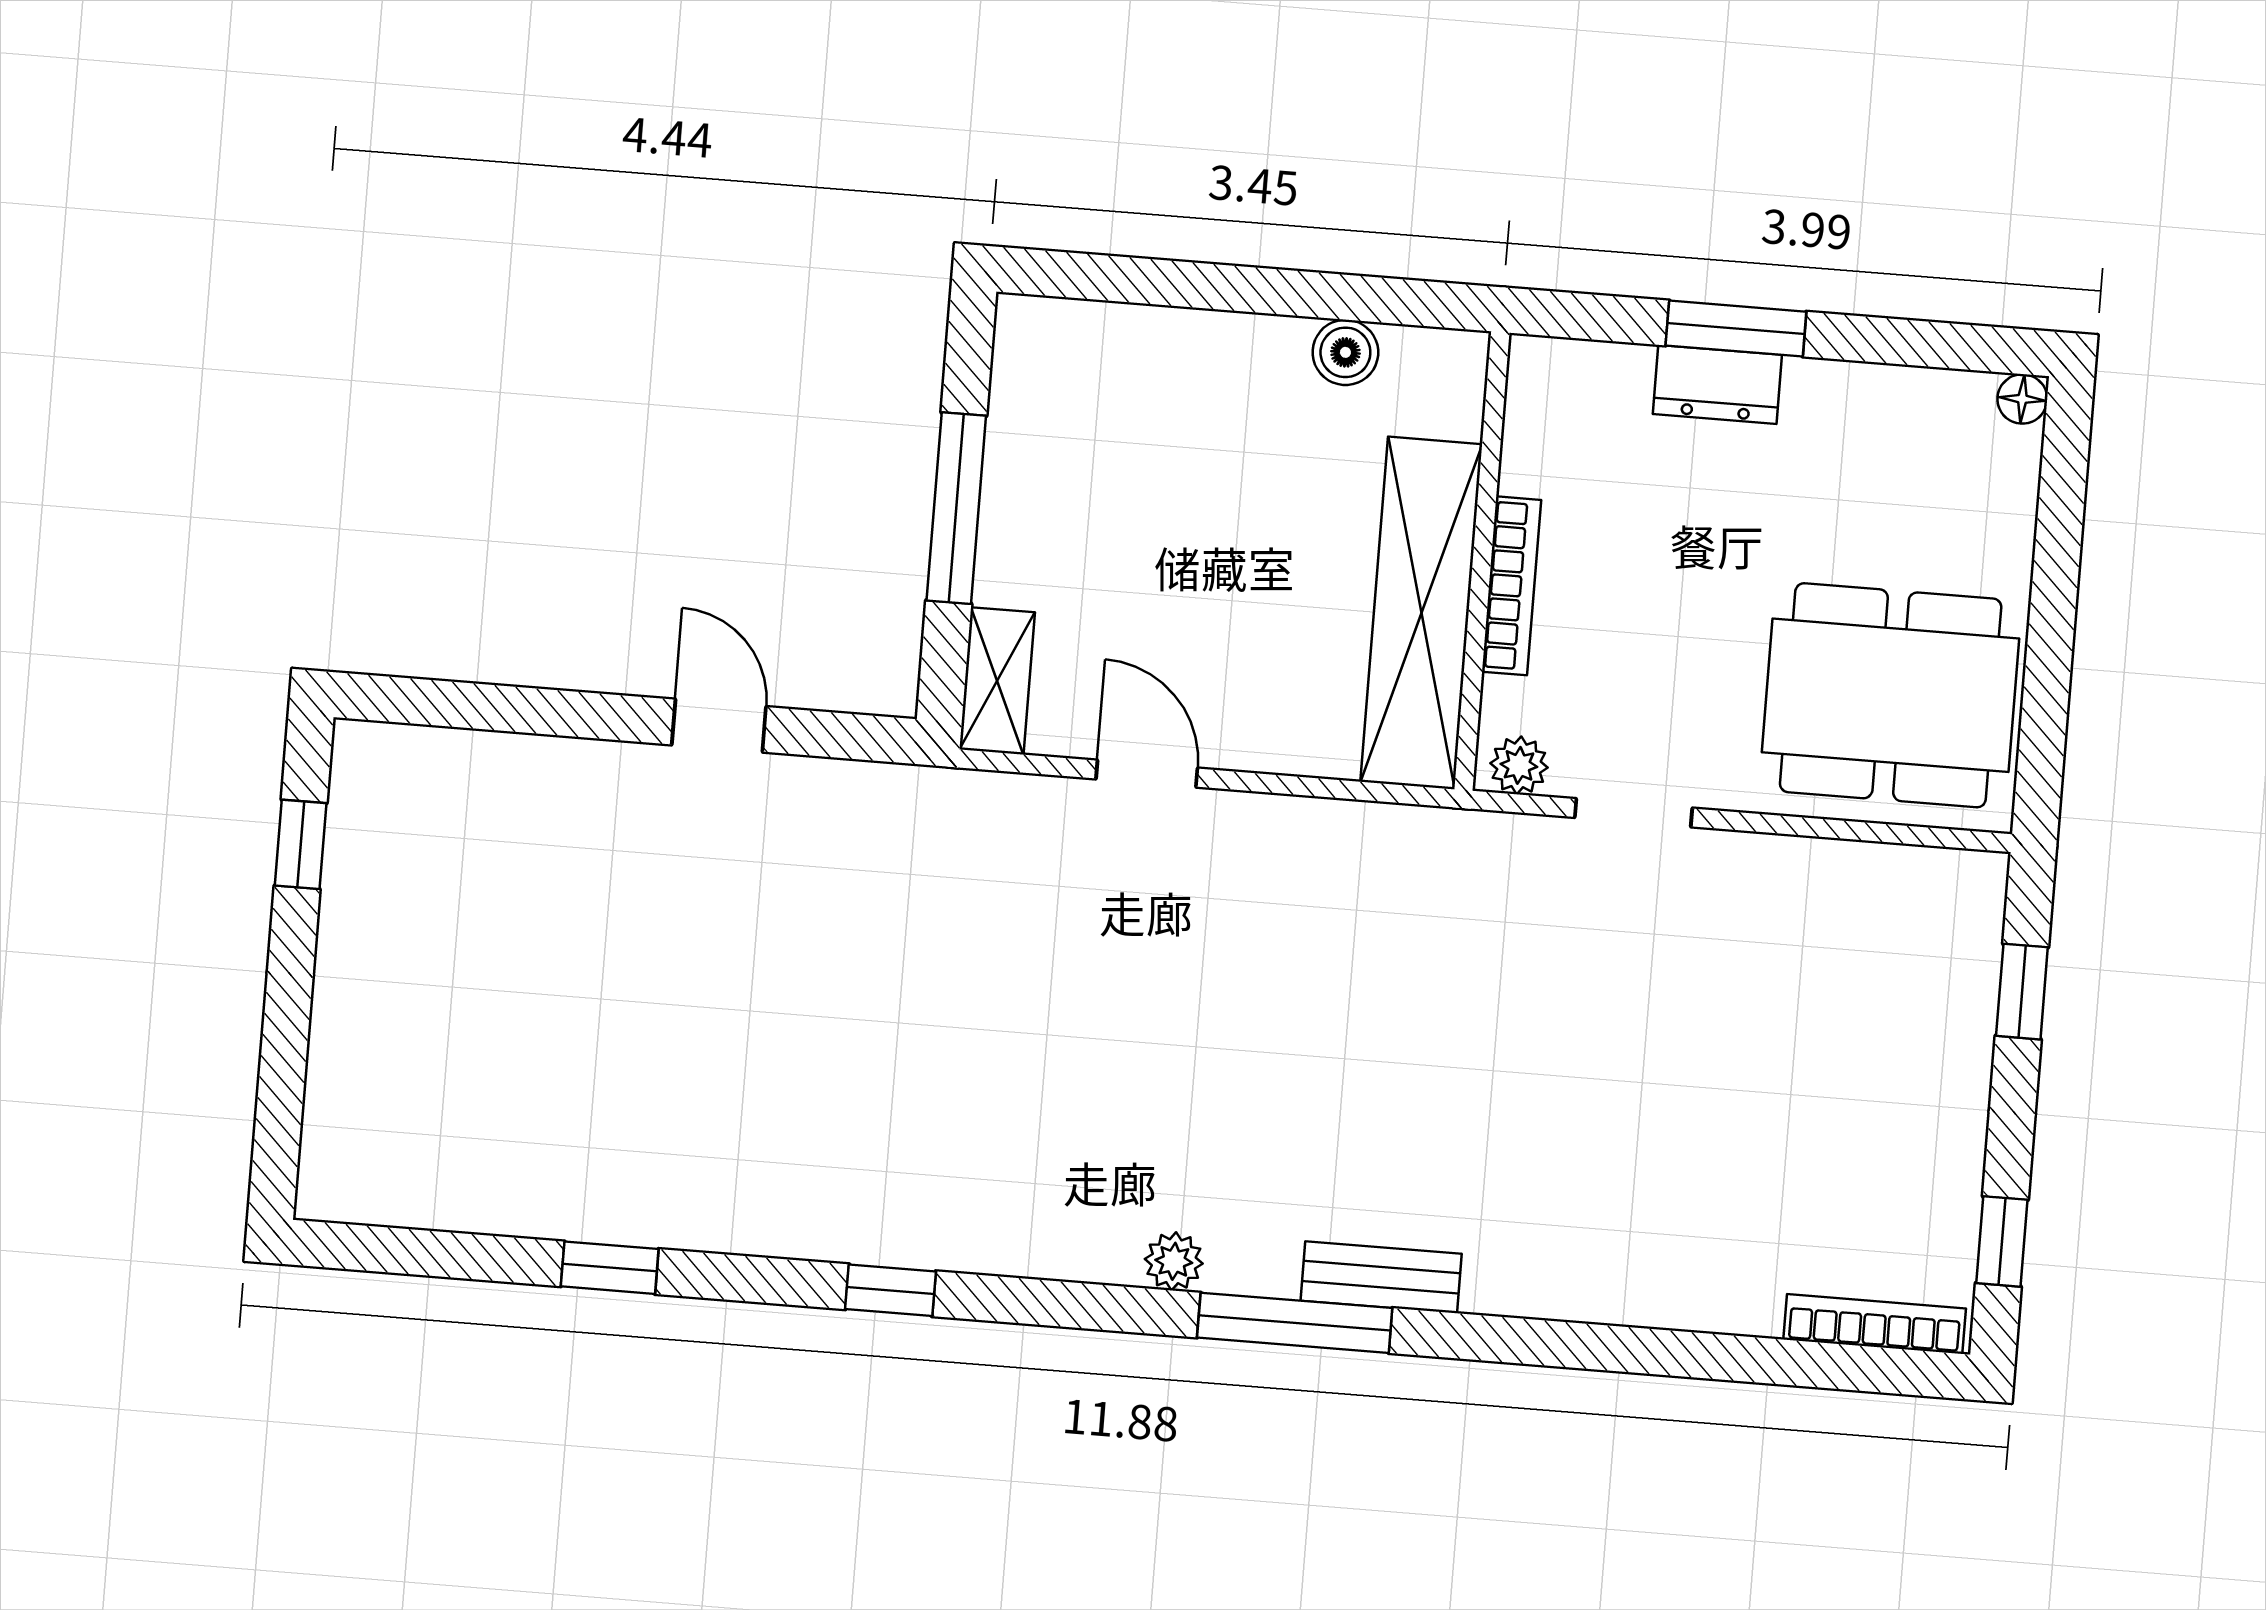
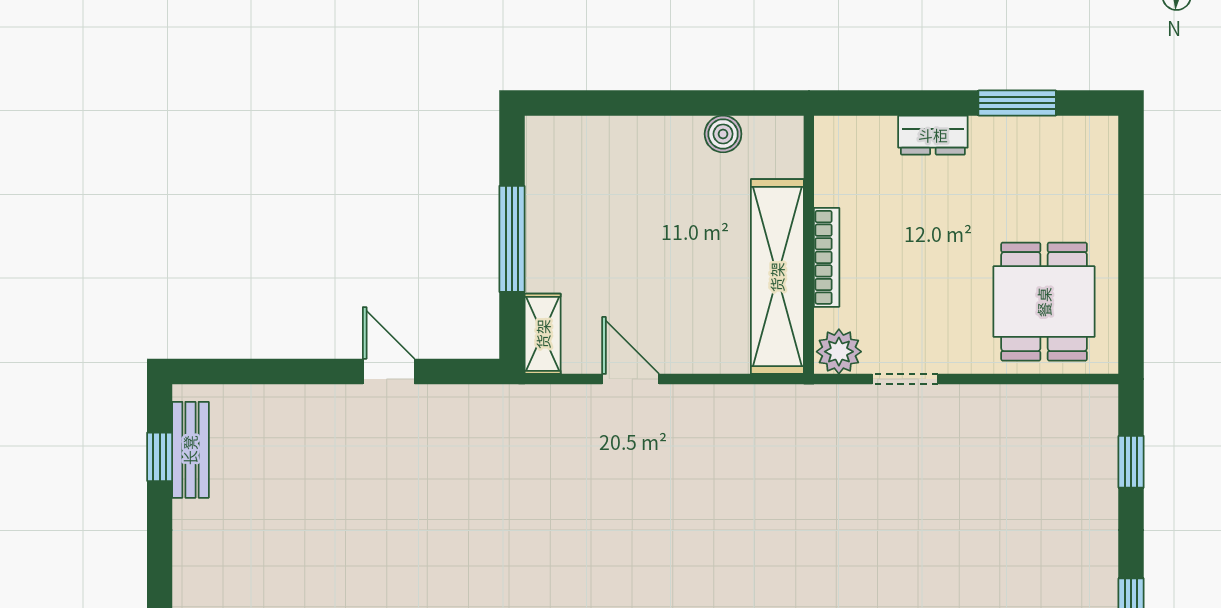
window: (1736, 329) -> (1017, 103), moved
floor lamp: (2022, 399) -> (1105, 130), removed
dining table: (1891, 695) -> (1044, 302), width x0.73
plant: (1519, 765) -> (839, 352), width x1.38, depth x1.38
bench: (356, 836) -> (190, 450), added

